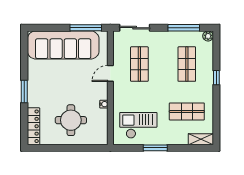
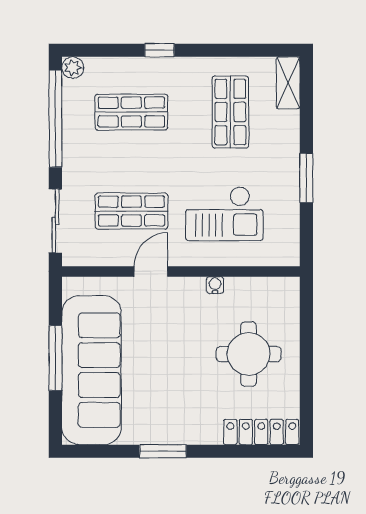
window: (86, 28) -> (55, 358), moved
window: (184, 28) -> (55, 119), width x1.46
door: (110, 73) -> (151, 271), swing flipped
window: (24, 91) -> (163, 451), moved
checkout: (138, 125) -> (224, 214), moved, turned -90

